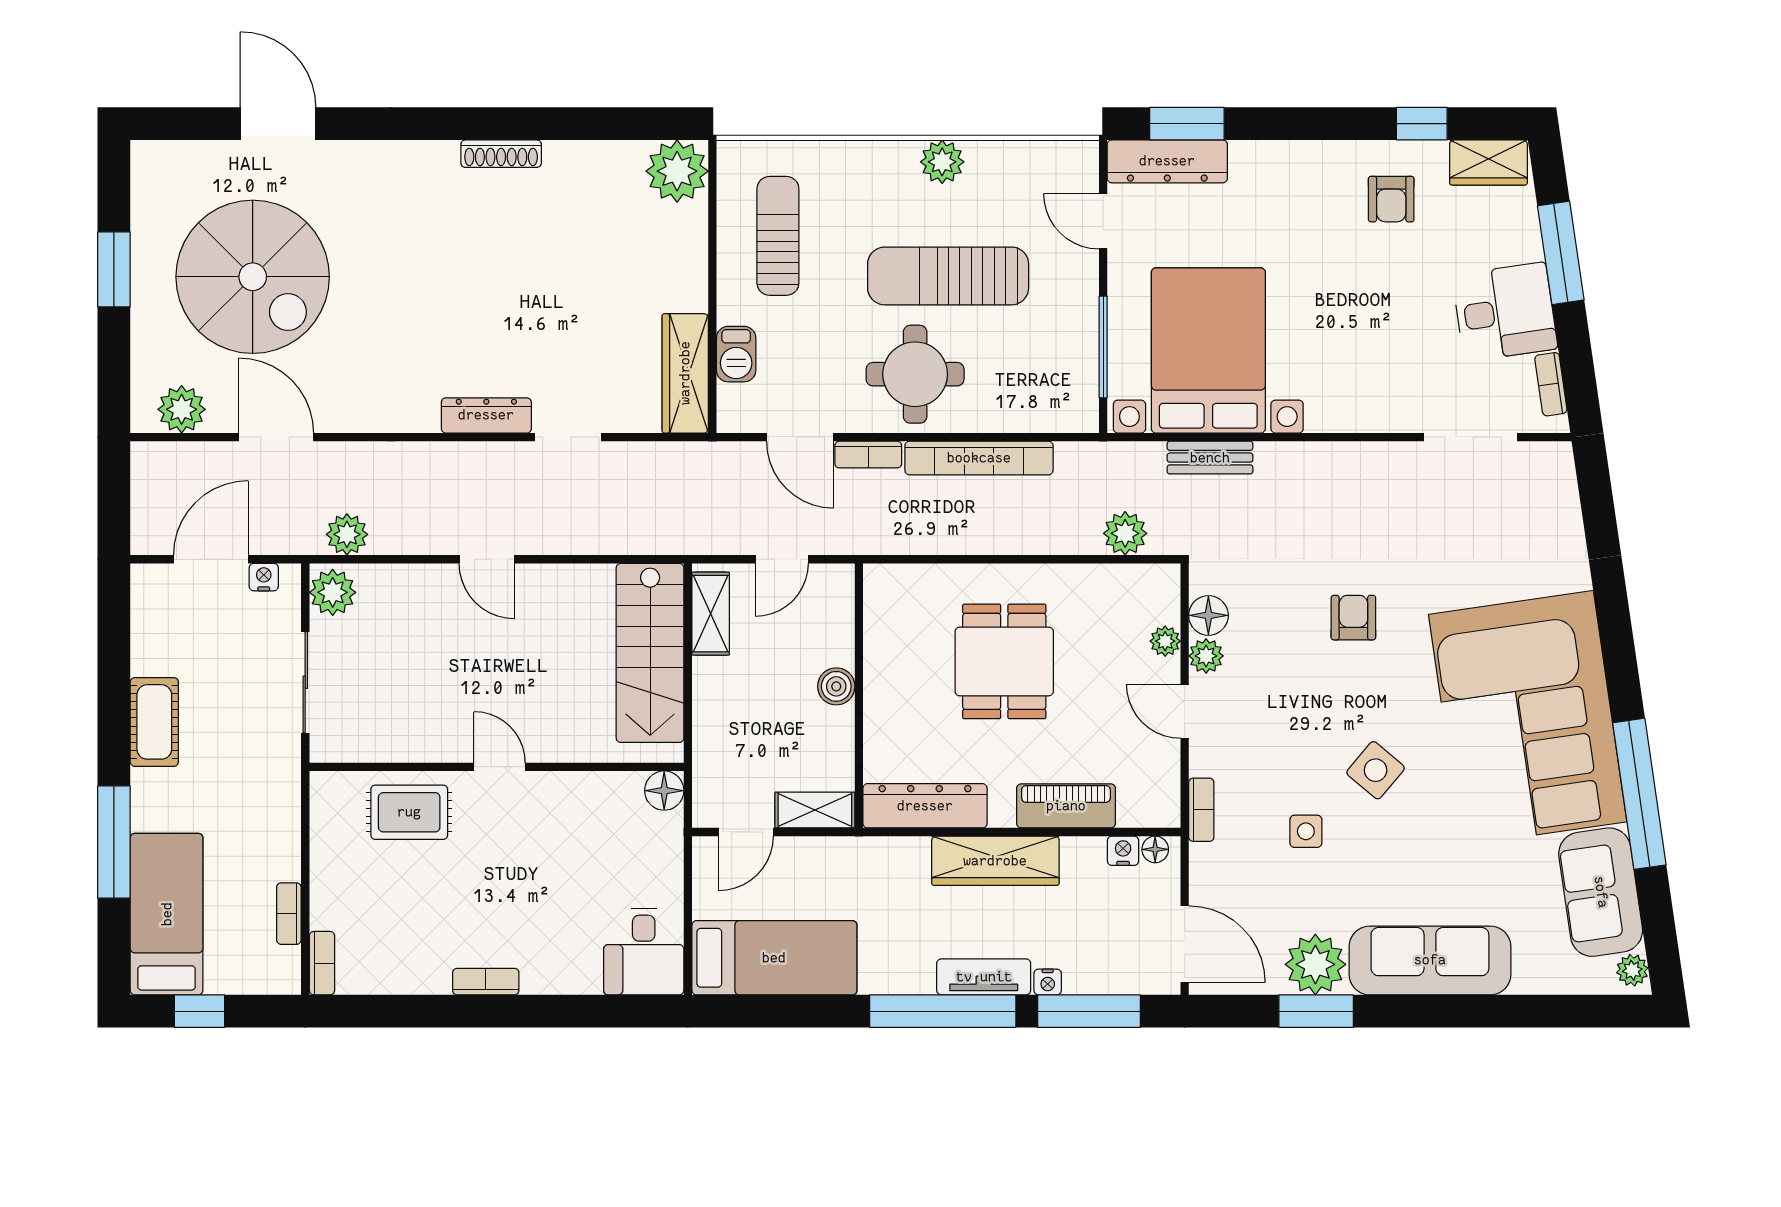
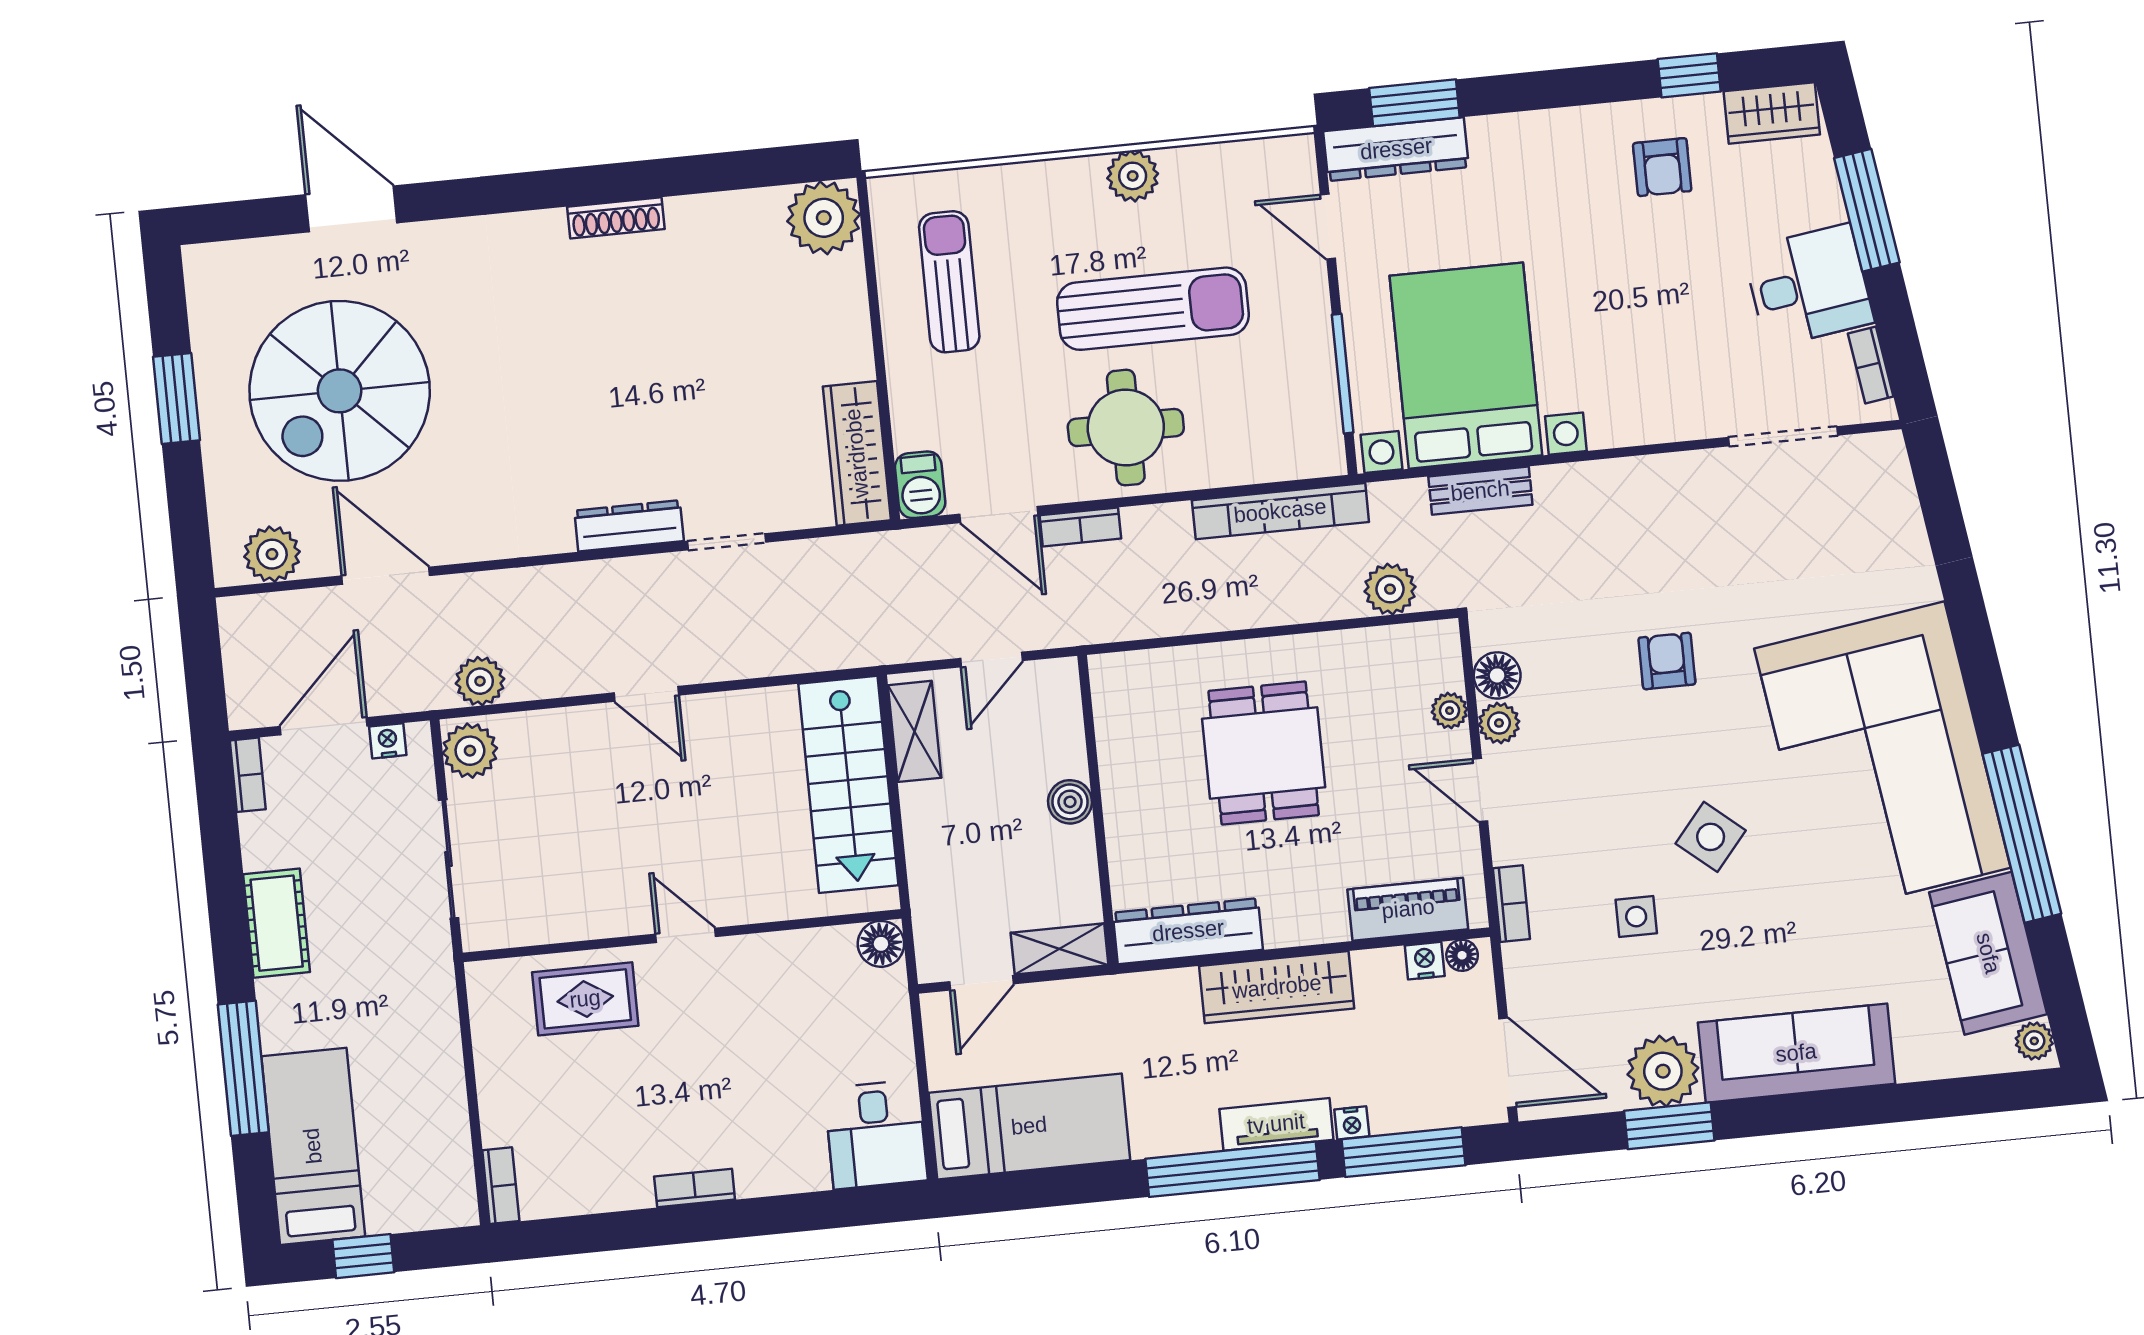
sun lounger: (948, 276) -> (1153, 309), turned 180
spiral stairs: (253, 277) -> (340, 391), turned 90
barbecue: (736, 354) -> (920, 485), moved
bookcase: (979, 458) -> (1280, 511), moved
piano: (1066, 806) -> (1408, 909), moved
bookcase: (289, 914) -> (248, 775), moved, turned 180

